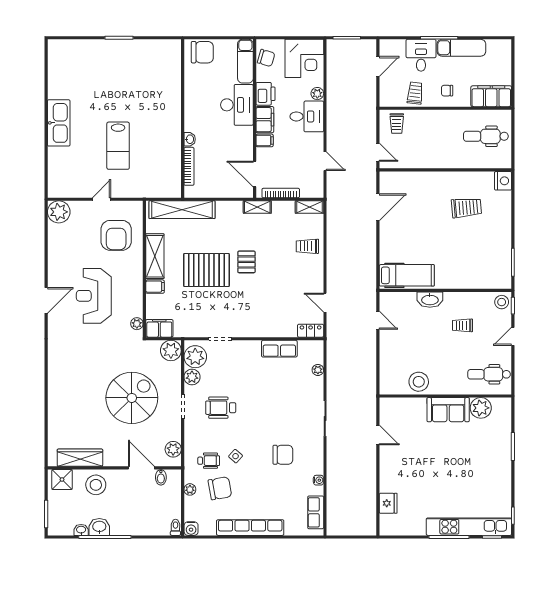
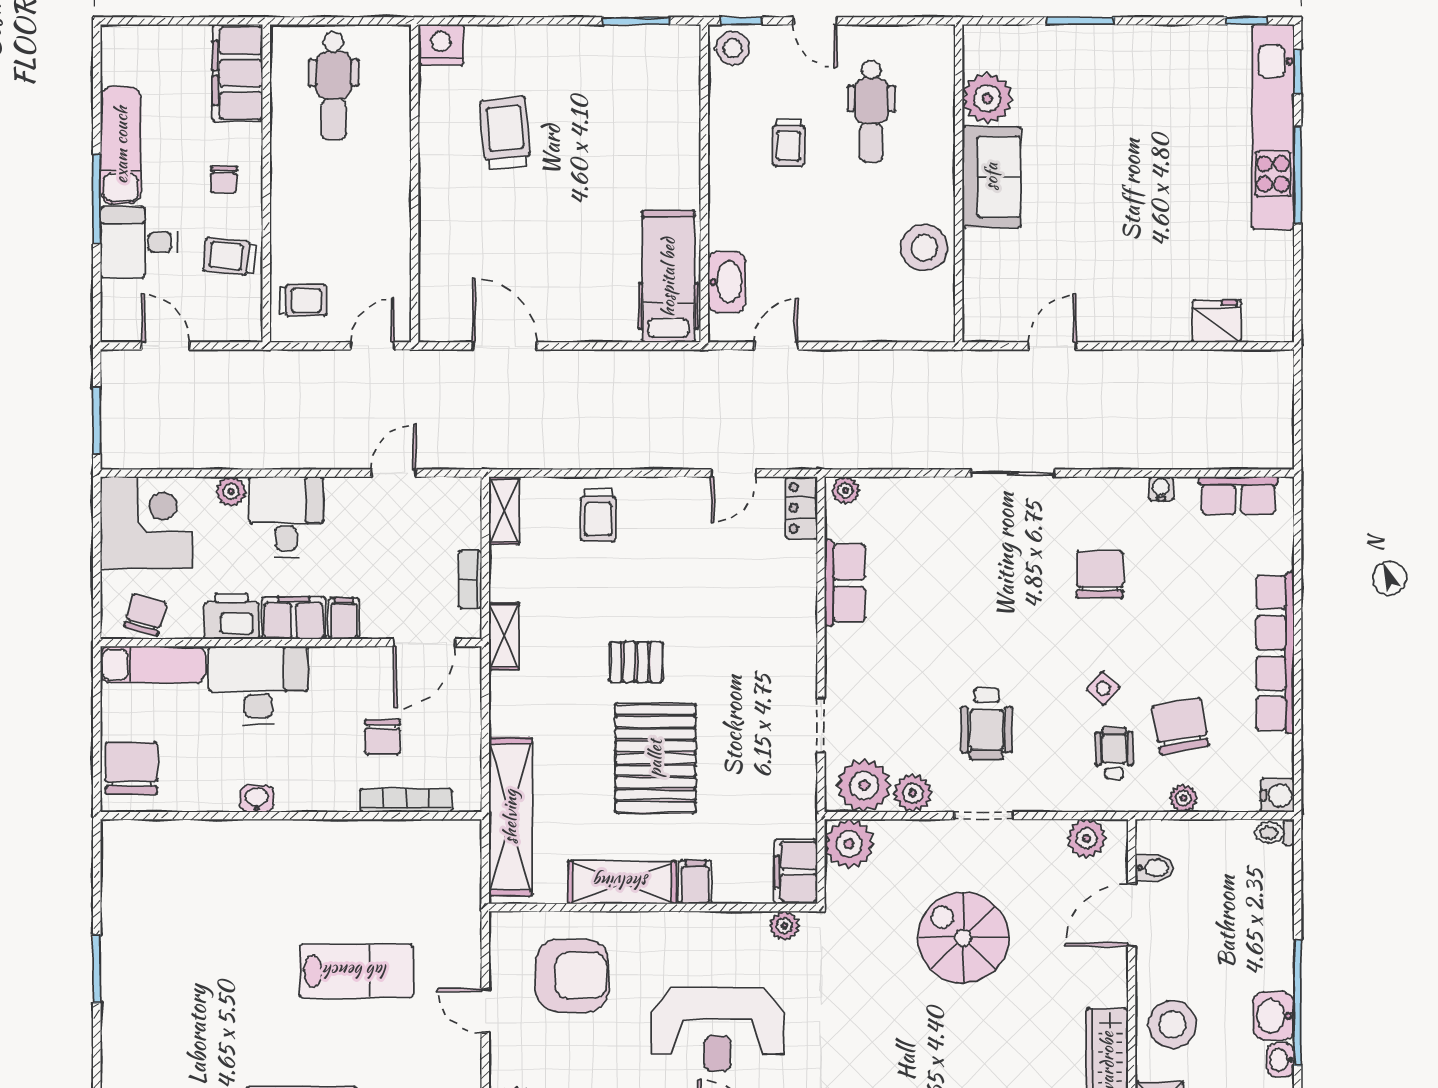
washbasin: (190, 139) -> (257, 799), moved
chair: (215, 157) -> (383, 737), added
bookcase: (281, 193) -> (470, 580), width x0.64
washbasin: (430, 300) -> (727, 282), moved
plant: (318, 370) -> (846, 490), moved
dental chair: (489, 374) -> (871, 111), moved
spiral stairs: (132, 398) -> (963, 938), width x0.73, depth x0.73

